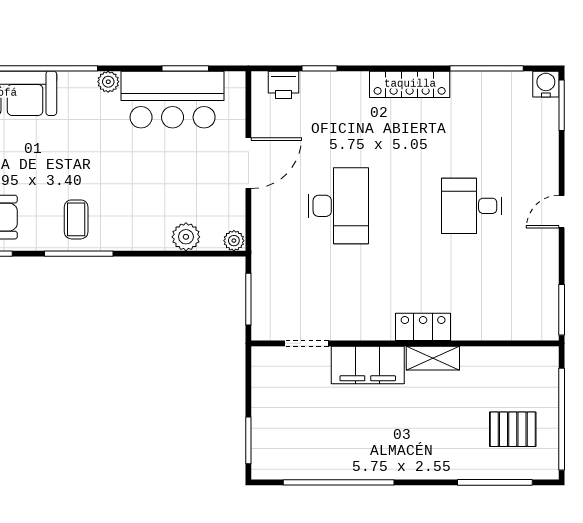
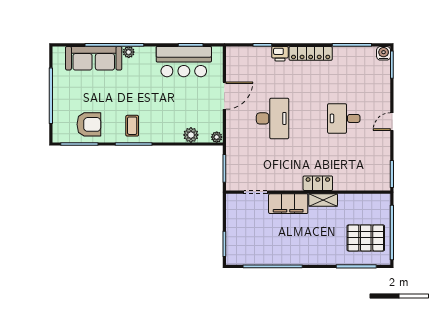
plant: (108, 82) -> (129, 52), moved
printer: (283, 85) -> (280, 54), moved
pallet: (513, 429) -> (366, 238), width x1.50, depth x1.42

